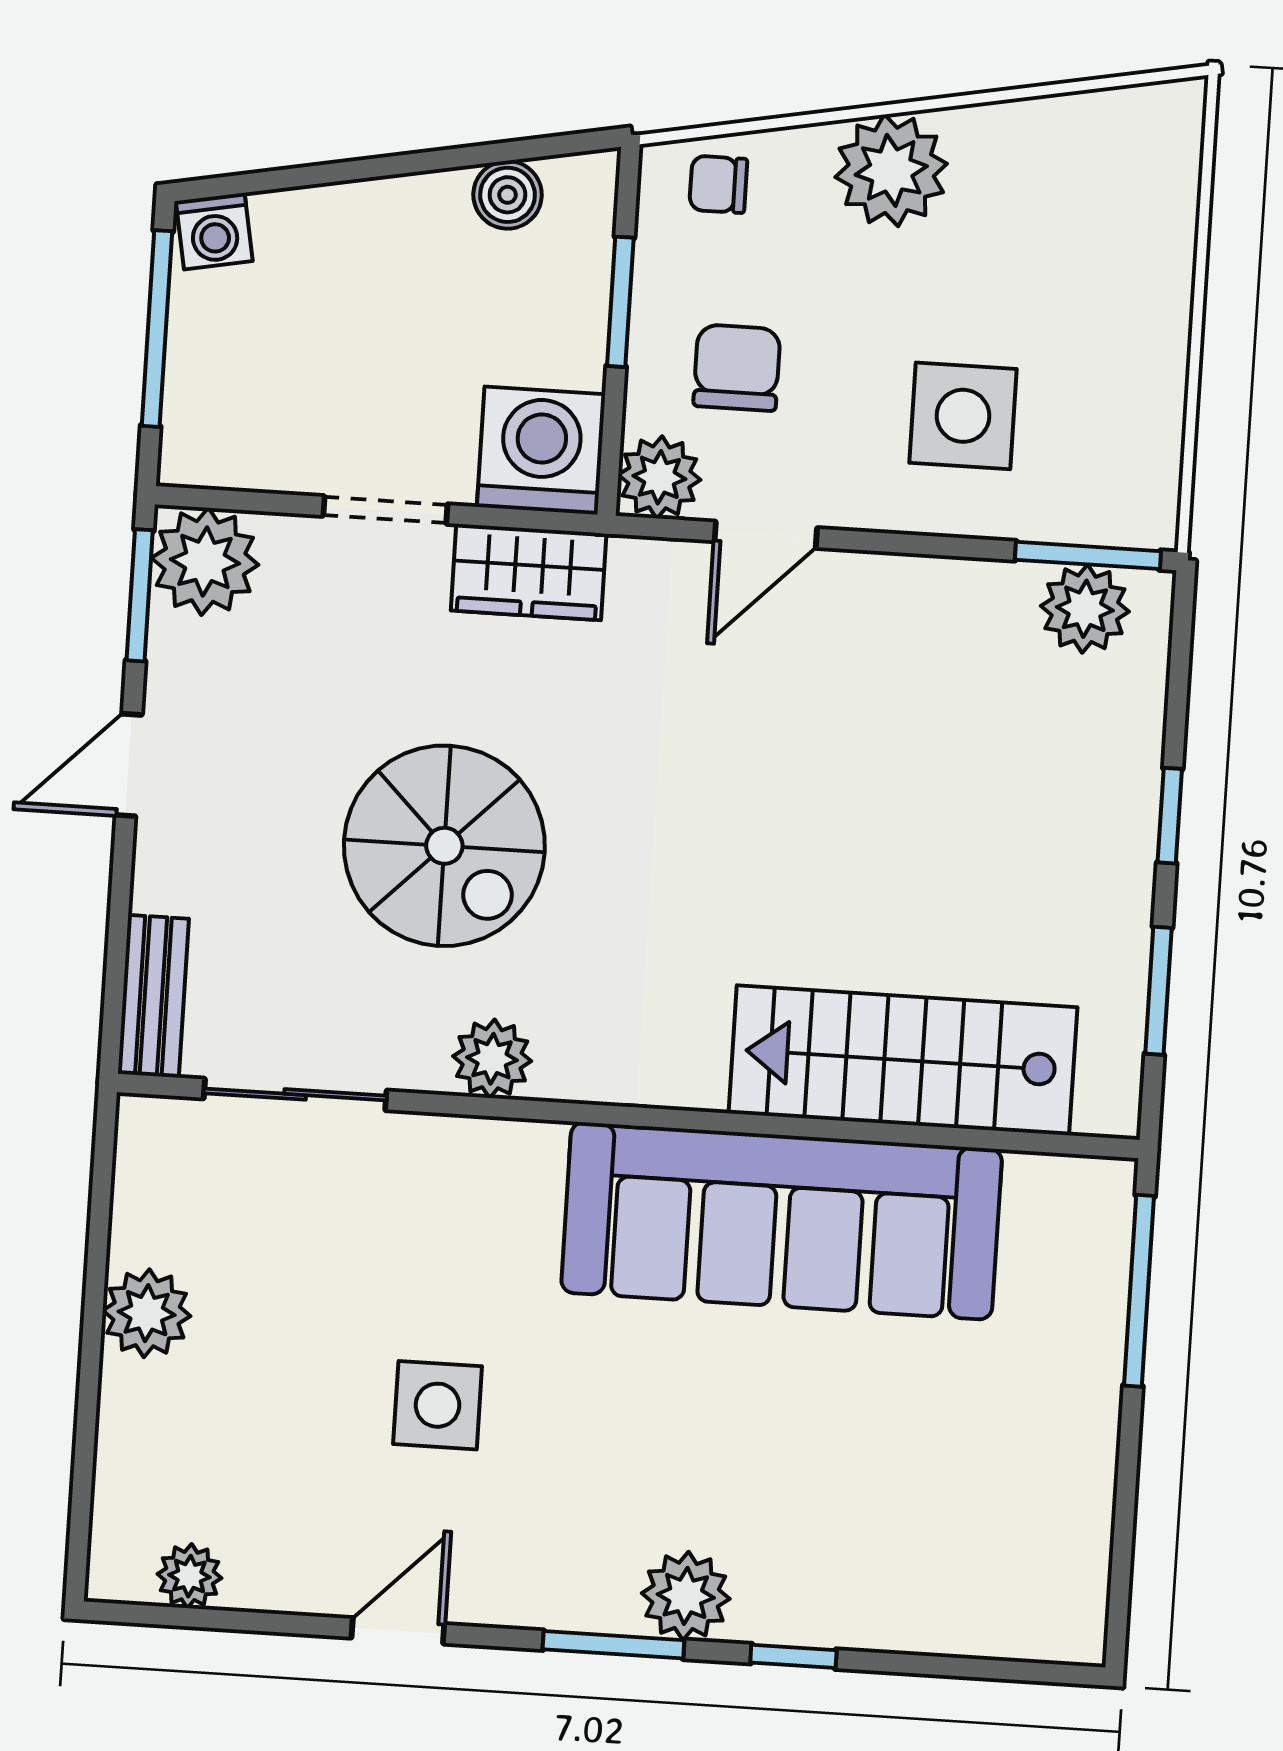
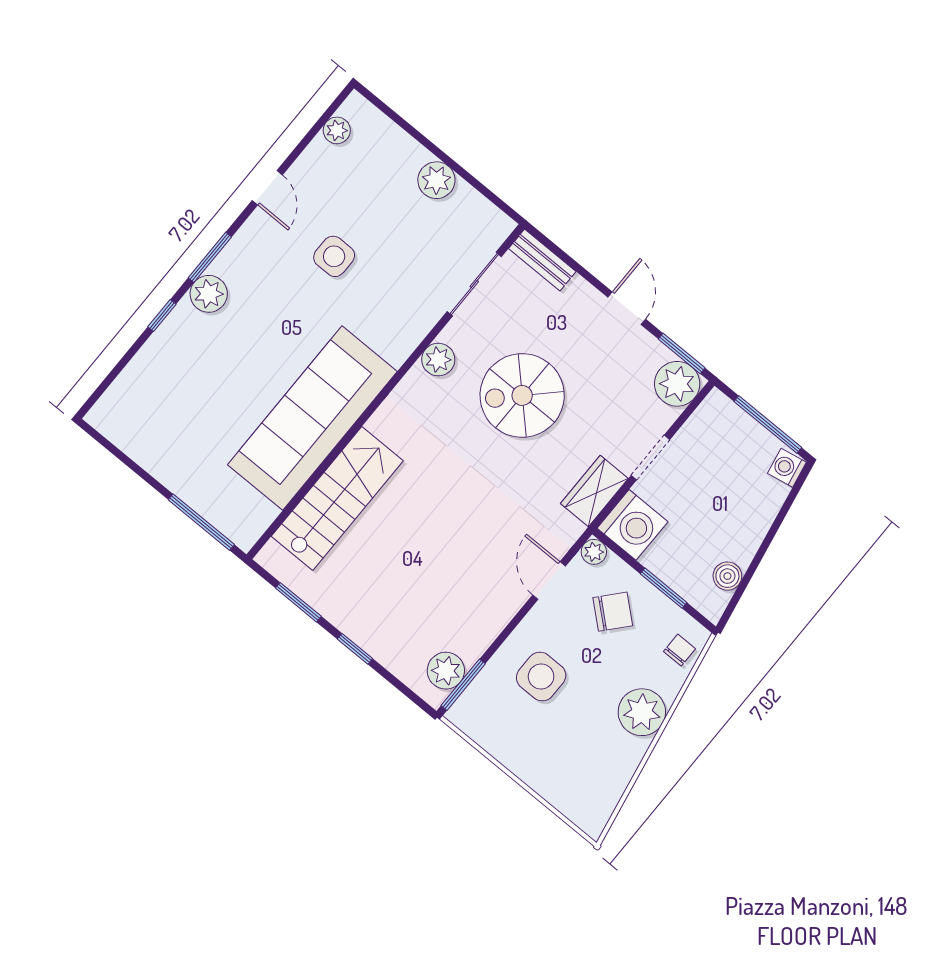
chair: (737, 368) -> (613, 612), turned -49
plant: (659, 477) -> (594, 552), width x0.73, depth x0.73

